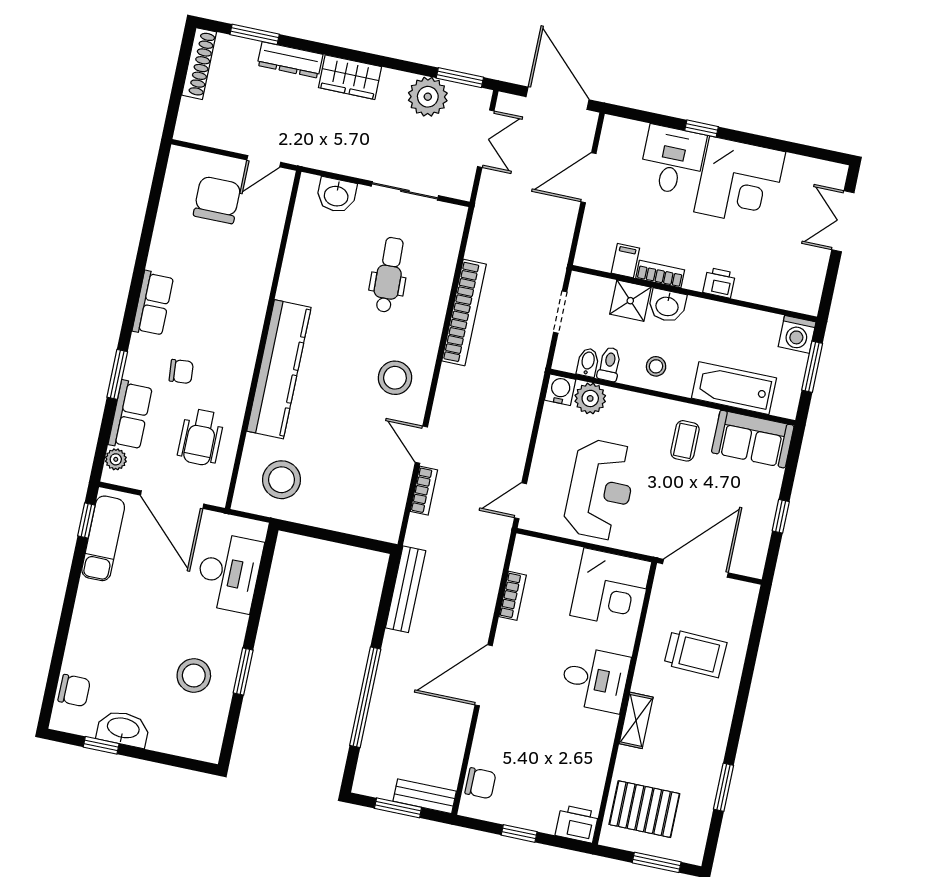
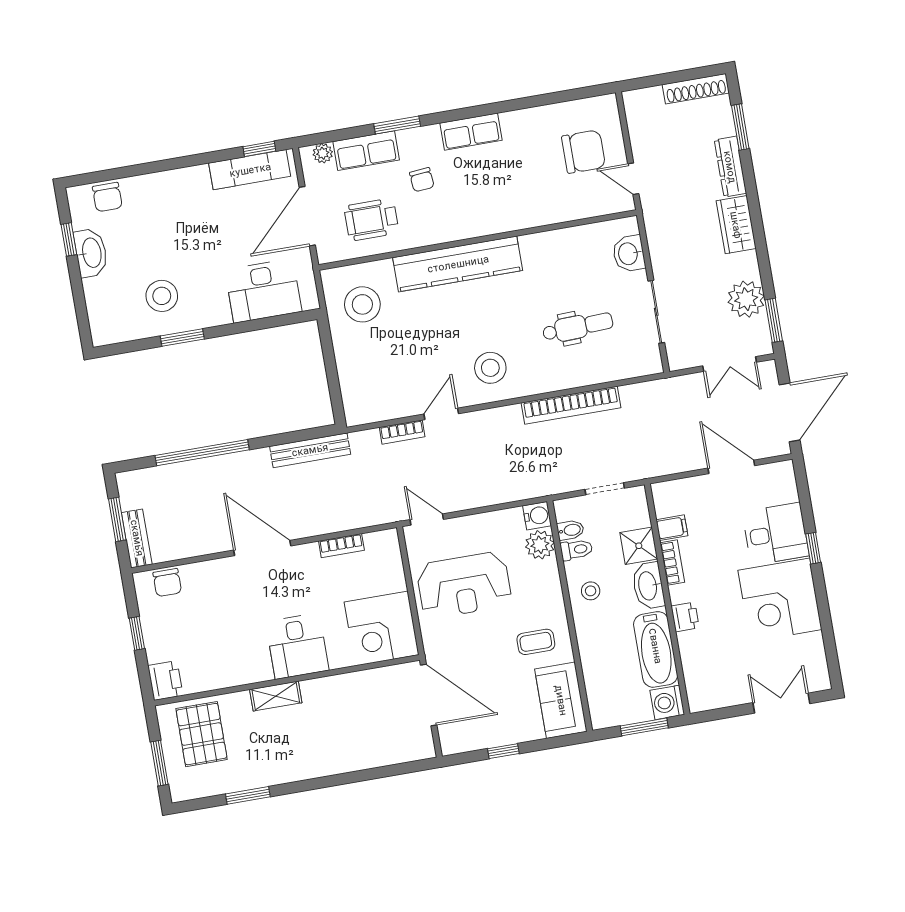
washbasin: (667, 306) -> (648, 586), width x1.38
bathtub: (734, 388) -> (656, 649), moved, turned 180
trolley: (695, 653) -> (355, 725), removed

